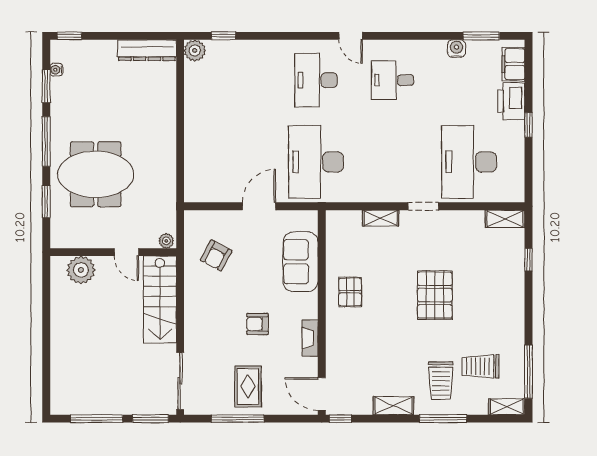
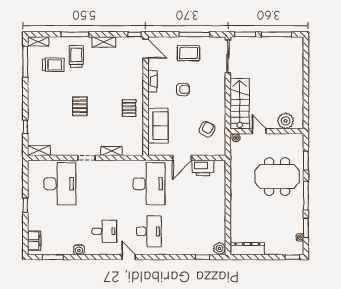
water cooler: (456, 49) -> (79, 250), moved
printer: (511, 101) -> (203, 168), moved, turned 90
pallet: (435, 295) -> (80, 106), width x0.67, depth x0.71
rug: (248, 386) -> (188, 53), turned 90

